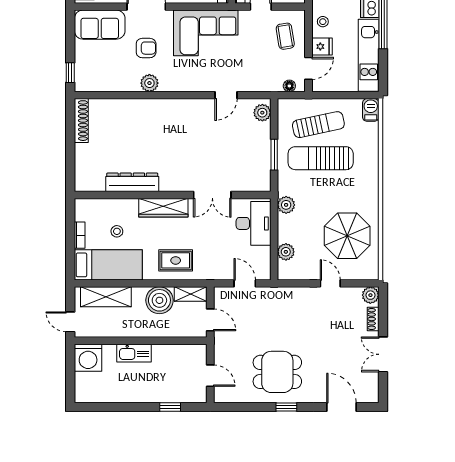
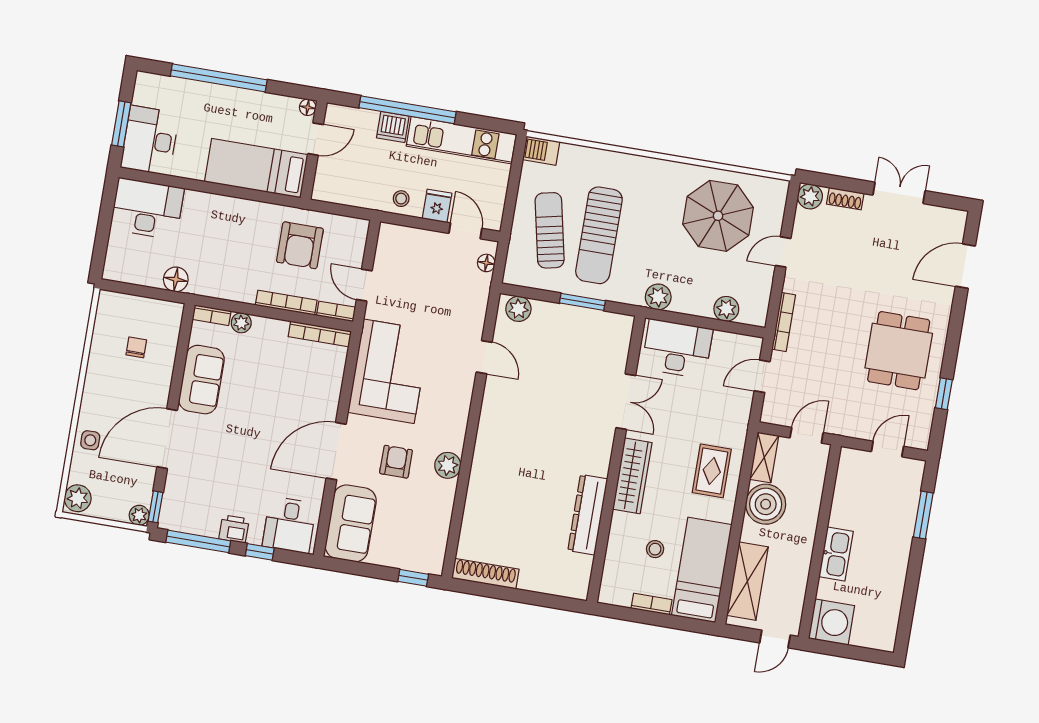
coffee table: (285, 36) -> (413, 257), removed
bookcase: (283, 292) -> (784, 322), added
double door: (383, 354) -> (899, 193), swing flipped
window: (170, 407) -> (923, 515), width x1.50
window: (286, 407) -> (944, 394), moved

